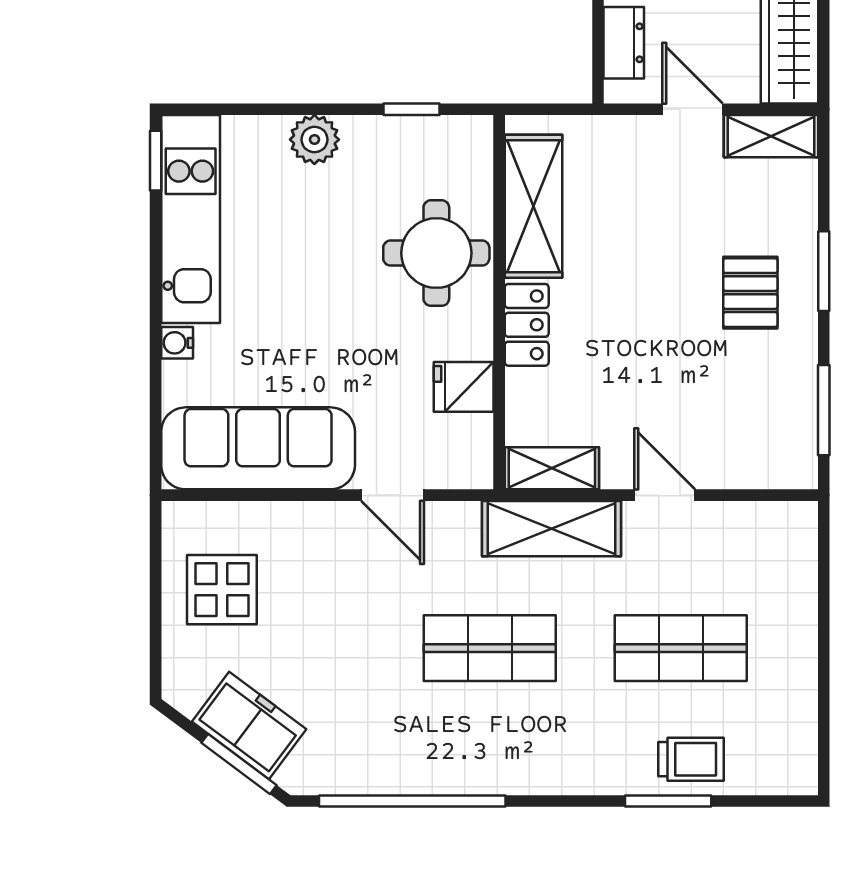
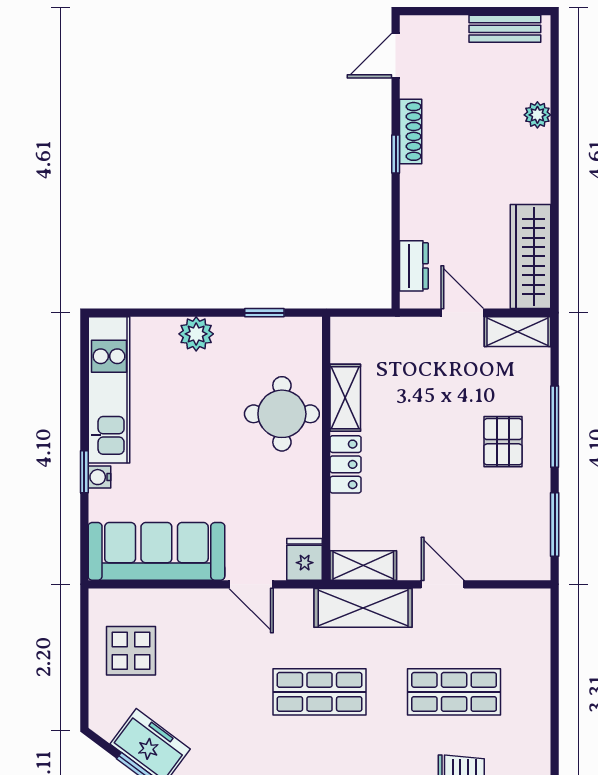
window: (156, 161) -> (84, 472), moved
shelving: (533, 206) -> (345, 398), width x0.67, depth x0.75
window: (824, 271) -> (555, 427), width x1.44
fridge: (464, 387) -> (305, 559), moved, turned 90

